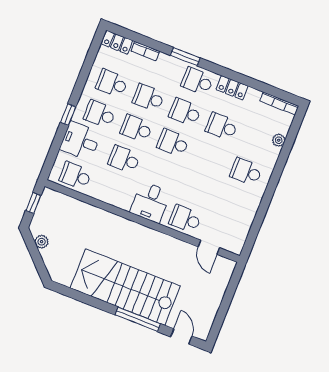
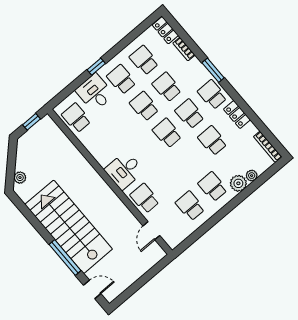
plant: (270, 155) -> (238, 183), added
school desk: (124, 159) -> (190, 206), moved
plant: (42, 242) -> (20, 178), moved
door: (181, 336) -> (92, 289), hinge flipped

